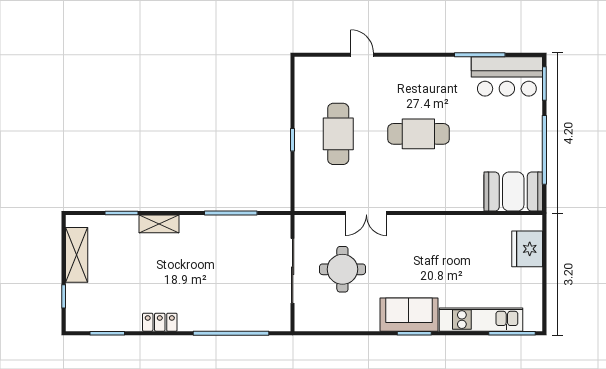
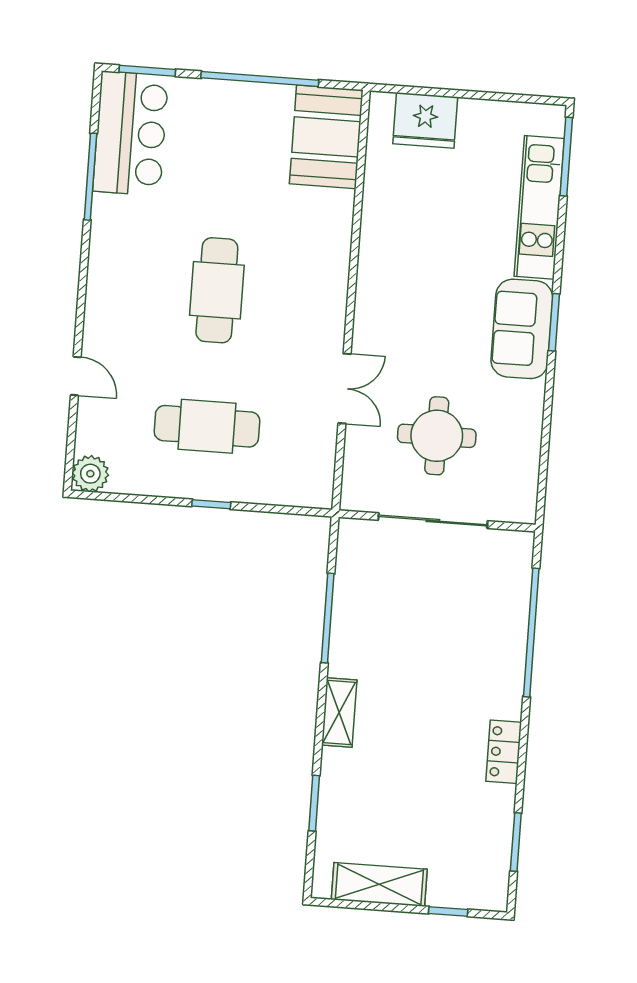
door: (362, 55) -> (76, 376), swing flipped
plant: (305, 67) -> (90, 474), added
shelving: (159, 224) -> (339, 712), moved

